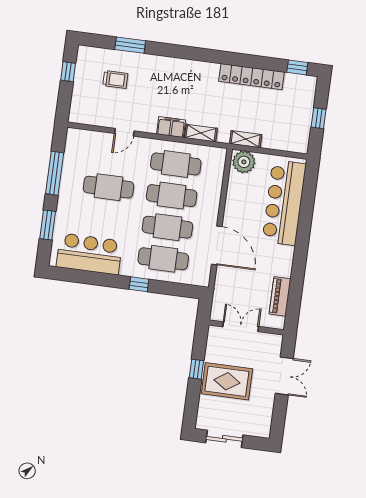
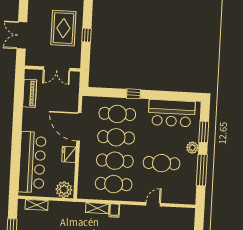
filing cabinet: (171, 127) -> (114, 210), width x0.50
shelving: (246, 139) -> (37, 205), moved
plant: (65, 205) -> (192, 148), added
fridge: (233, 209) -> (69, 154), added
rug: (227, 381) -> (63, 28), turned 90

